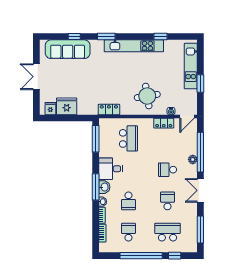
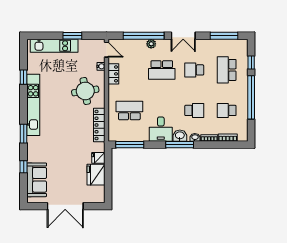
sofa: (68, 49) -> (37, 180), width x0.73
double door: (36, 77) -> (65, 206), width x1.37
fridge: (50, 109) -> (98, 158), moved
locker: (109, 110) -> (99, 125), width x1.53
school desk: (167, 170) -> (162, 70), width x1.85

